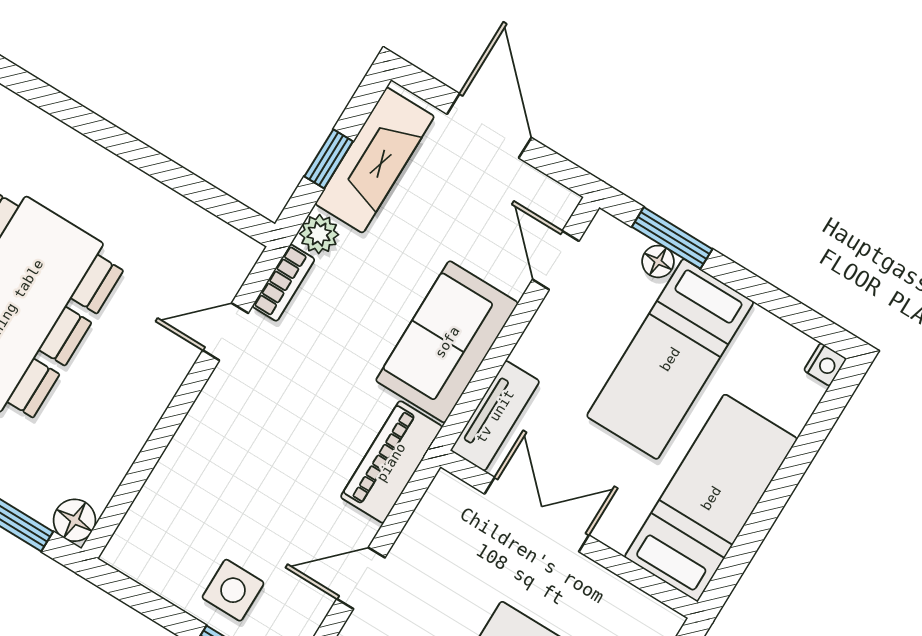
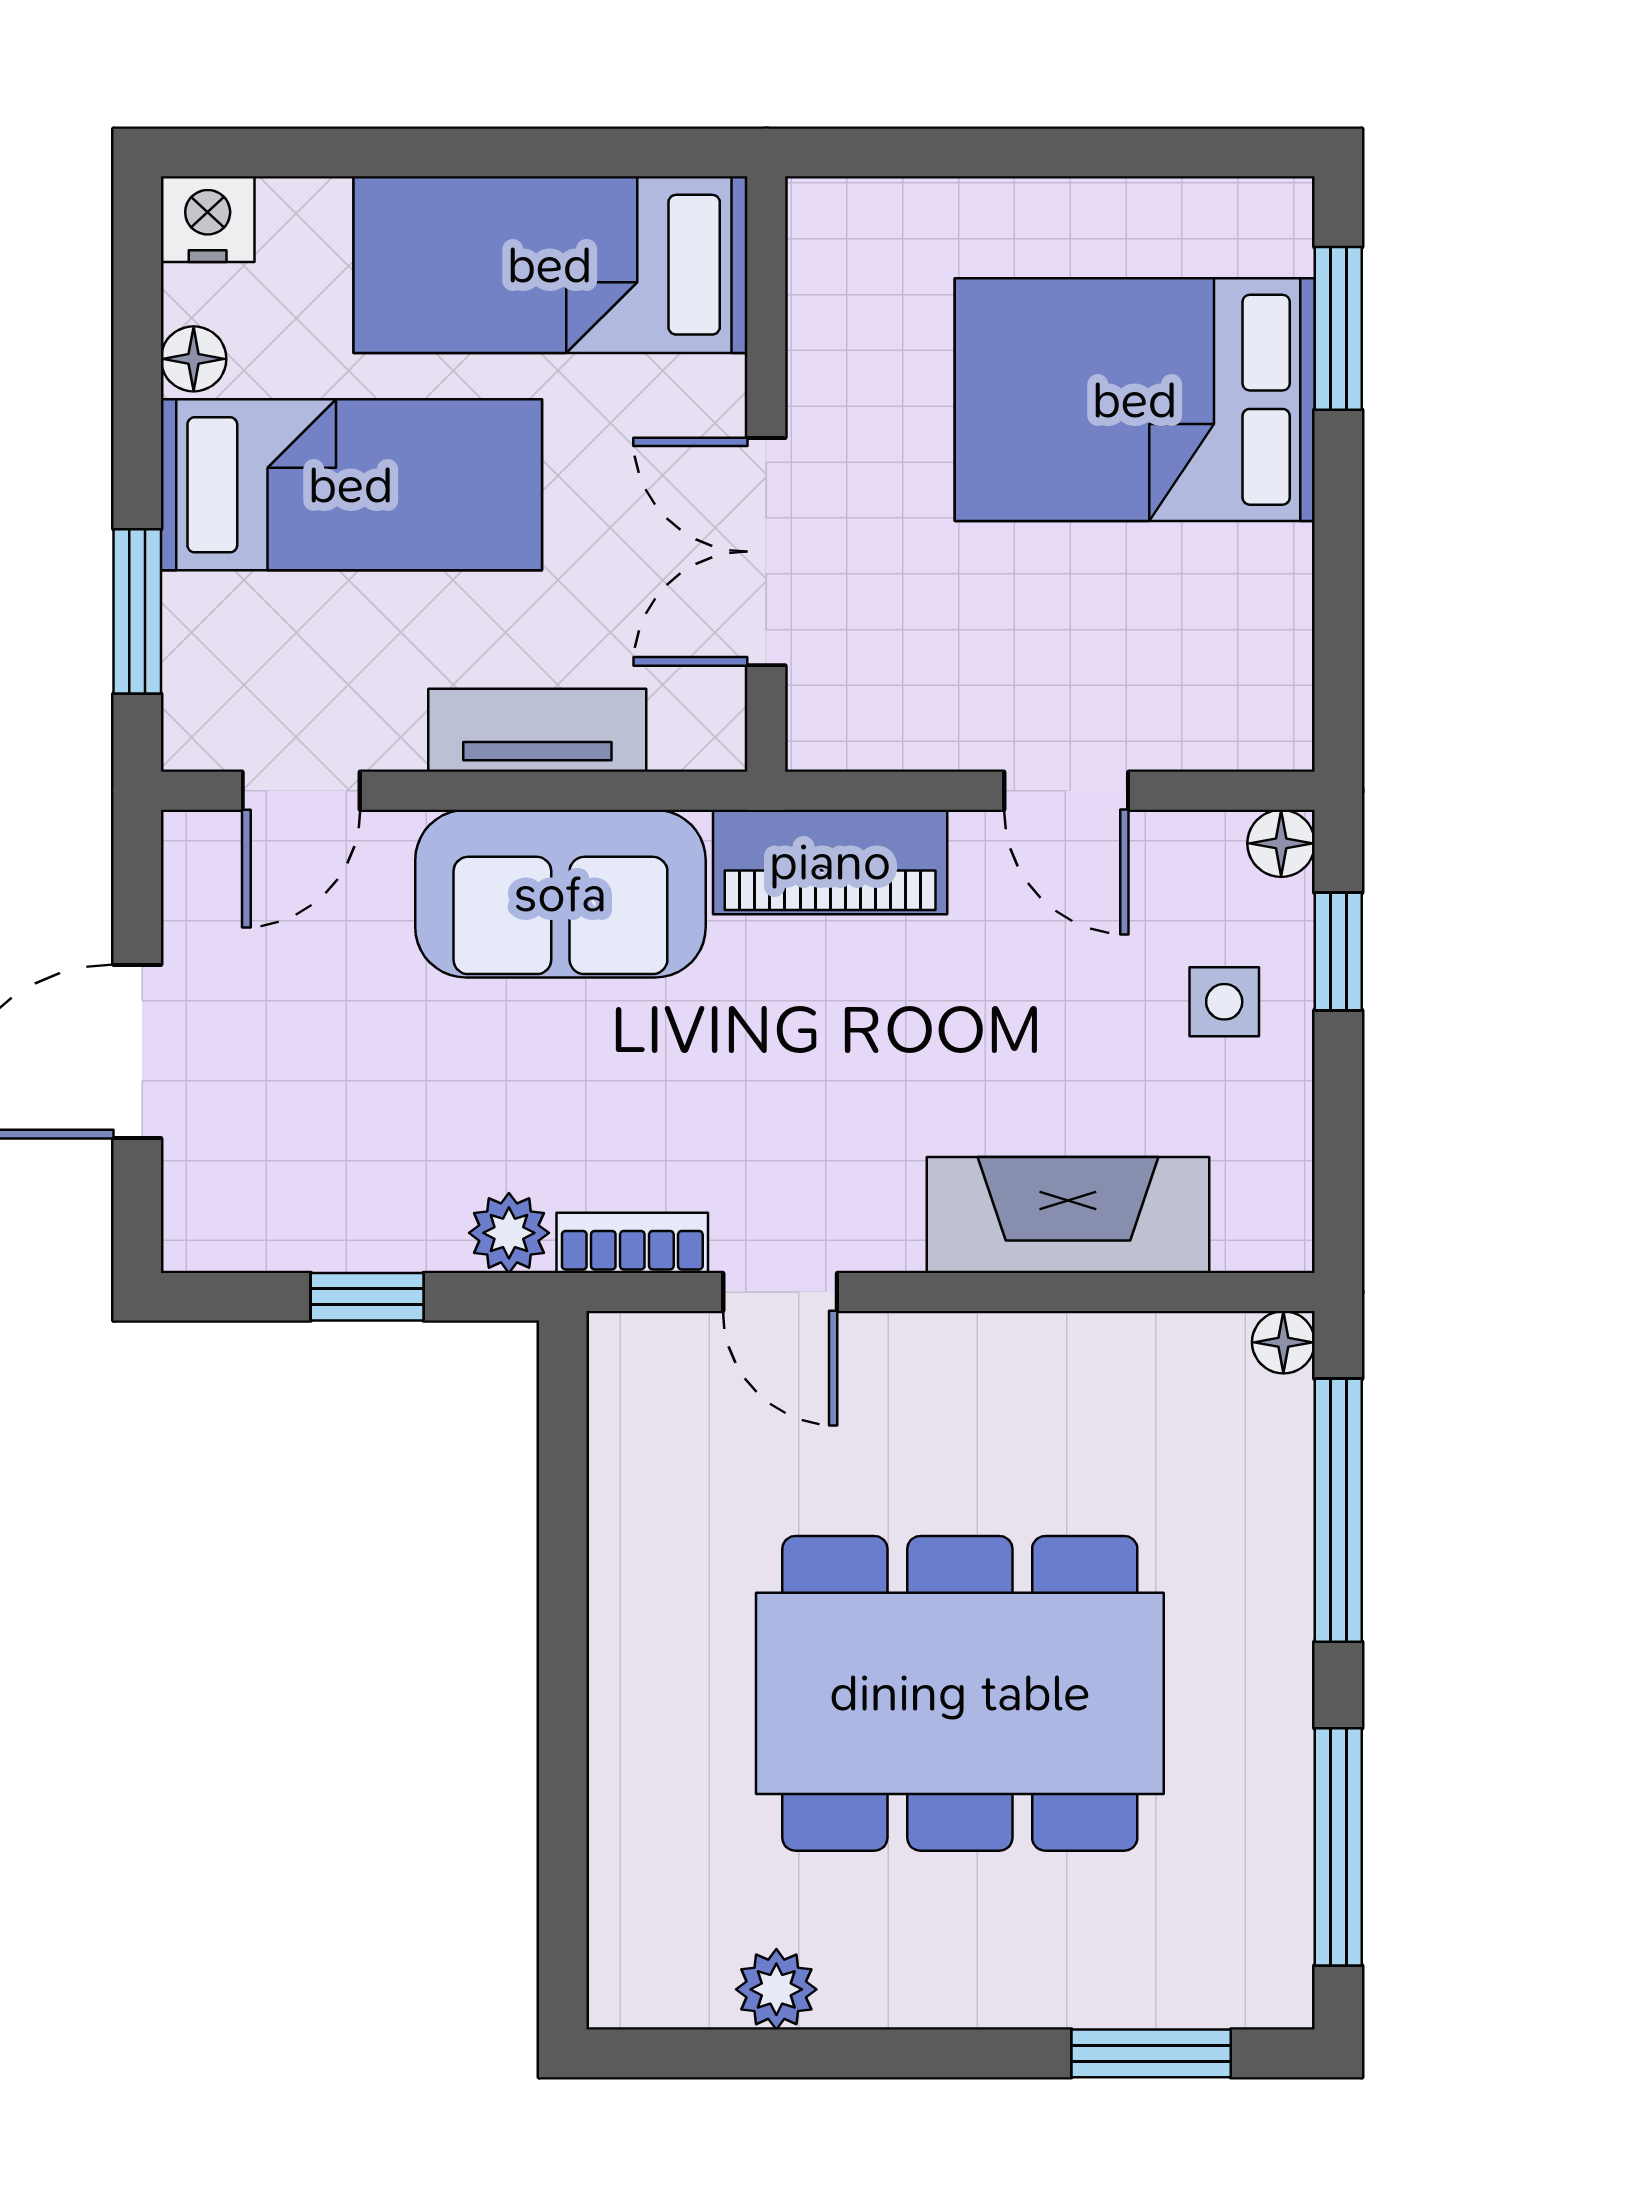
fireplace: (375, 160) -> (1068, 1215), moved
floor lamp: (658, 261) -> (194, 359), moved
nightstand: (825, 364) -> (208, 219), width x1.39, depth x1.35
tv unit: (495, 416) -> (537, 730), moved
floor lamp: (75, 520) -> (1283, 1342), width x0.73, depth x0.73
side table: (233, 590) -> (1224, 1002), width x0.73, depth x0.73

